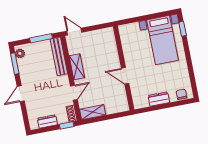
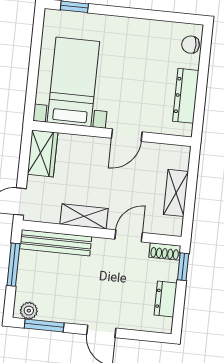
wardrobe: (102, 36) -> (43, 153), added
bed with nightstands: (163, 40) -> (73, 82), moved, turned -90
door: (74, 93) -> (129, 236), hinge flipped
dresser: (159, 99) -> (186, 96), width x1.44
shelving: (93, 112) -> (176, 193), moved

